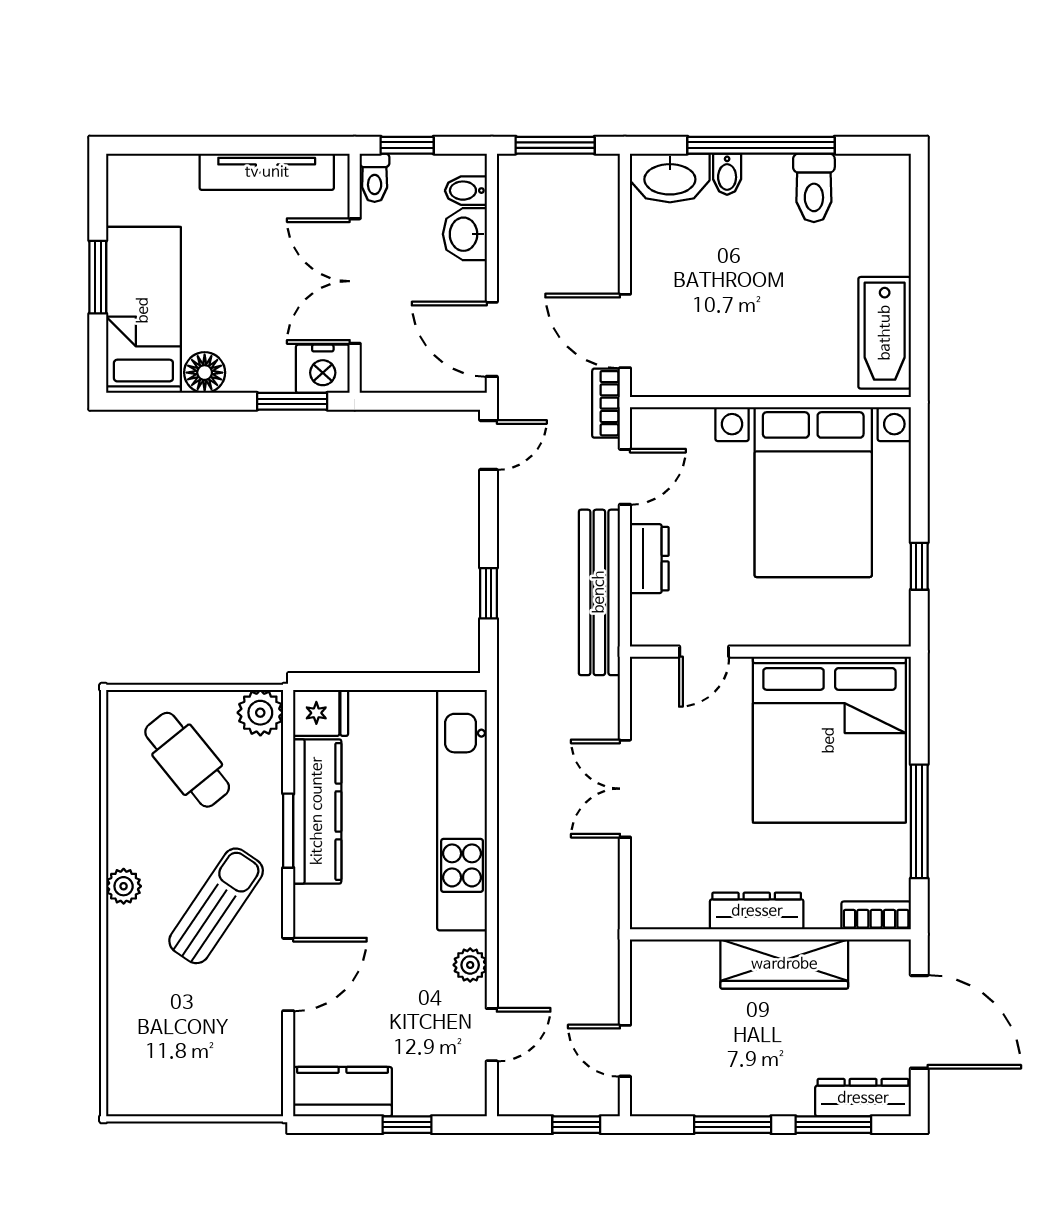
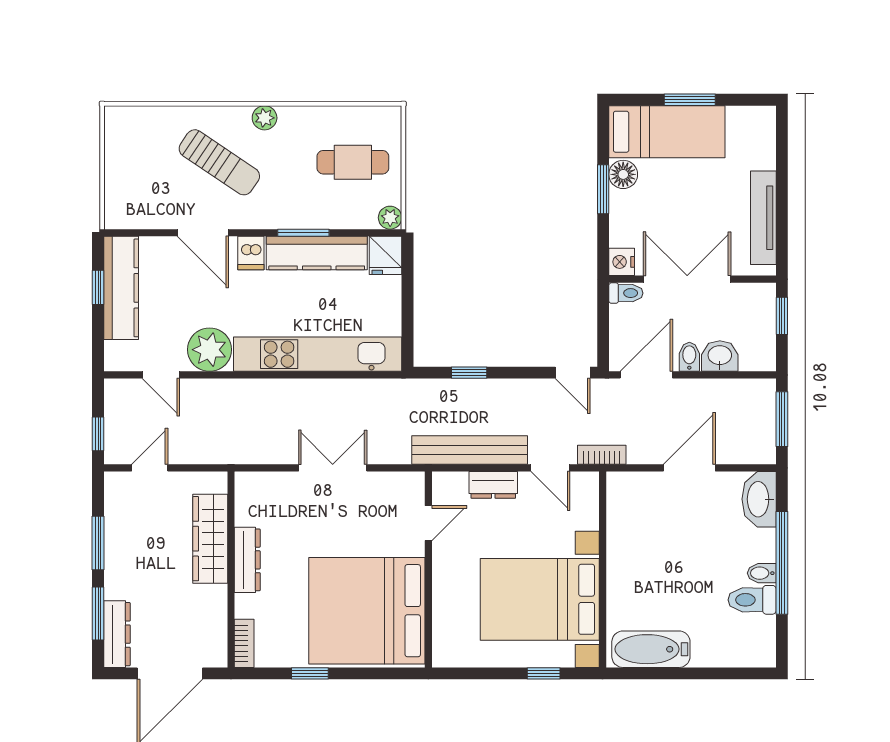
bidet: (727, 174) -> (762, 573), moved
toilet: (375, 178) -> (626, 293), moved, turned 180
bidet: (466, 191) -> (689, 357), moved
door: (625, 331) -> (689, 468), moved
nightstand: (323, 369) -> (622, 262), width x0.74, depth x0.75
window: (292, 401) -> (603, 189), moved
window: (919, 566) -> (544, 673), moved
door: (704, 652) -> (428, 523), swing flipped
plant: (260, 713) -> (390, 218), width x0.73, depth x0.73
cafe table: (187, 760) -> (353, 162), turned 39
window: (919, 821) -> (310, 673), width x0.46
sun lounger: (216, 906) -> (219, 162), moved
dishwasher: (317, 906) -> (251, 253), added
wardrobe: (784, 964) -> (210, 539), moved
plant: (470, 965) -> (210, 350), width x1.88, depth x1.88
kitchen counter: (343, 1092) -> (121, 288), width x1.50
window: (407, 1125) -> (98, 287), moved

